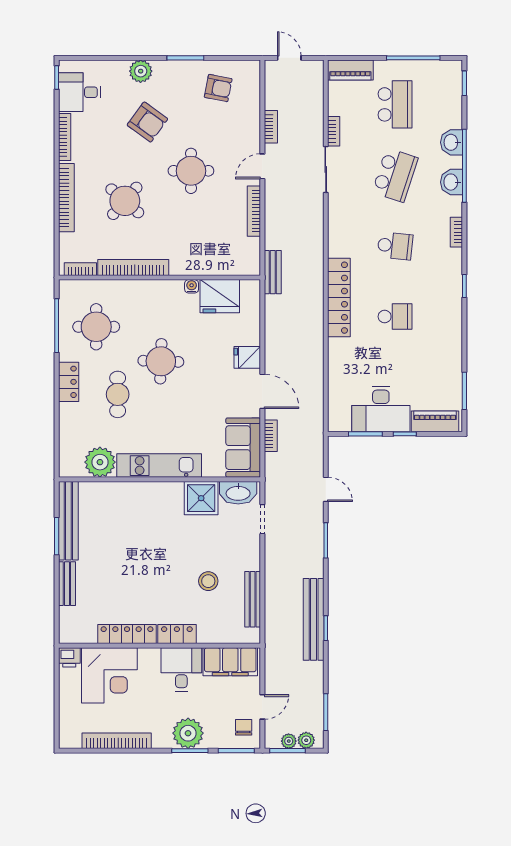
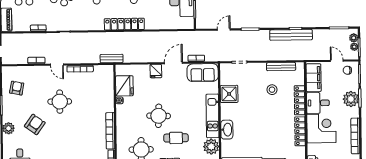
round table: (125, 201) -> (76, 136), removed
washbasin: (238, 493) -> (227, 130), moved
locker: (177, 634) -> (300, 100), width x1.53
corner desk: (109, 675) -> (321, 129), moved

